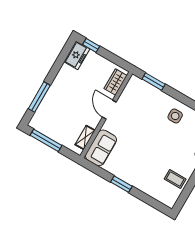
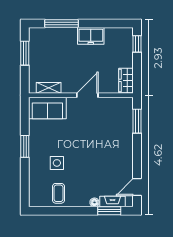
freezer: (77, 55) -> (91, 36), moved
wardrobe: (116, 82) -> (126, 80), moved, turned -90
side table: (175, 116) -> (57, 163), moved
window: (46, 140) -> (25, 53), width x0.69

